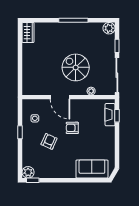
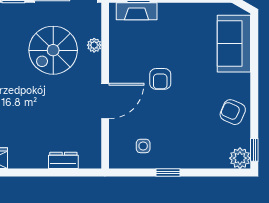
spiral stairs: (76, 67) -> (53, 50), moved
dresser: (27, 74) -> (63, 160), added
armchair: (49, 141) -> (233, 112), moved

